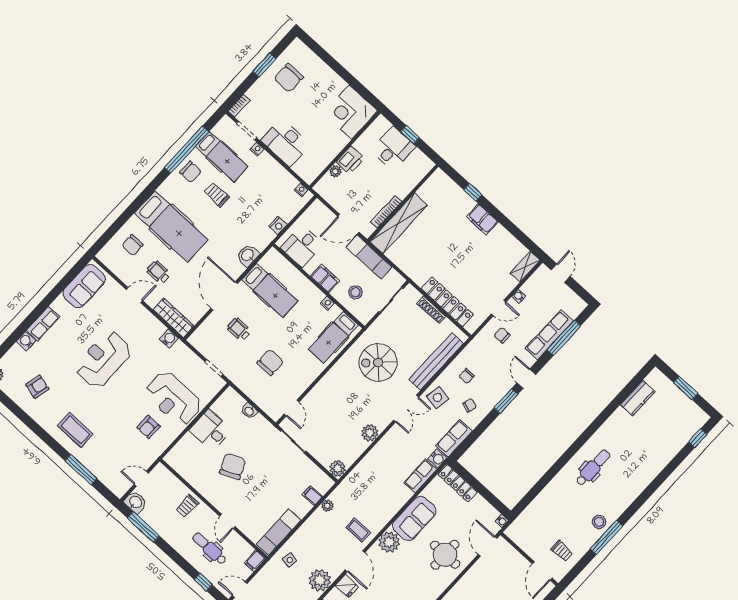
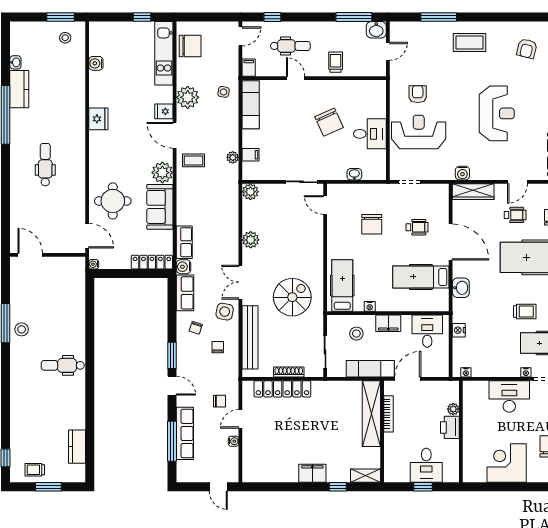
corner desk: (351, 112) -> (507, 463), moved, turned -90
shelving: (525, 267) -> (365, 476), moved, turned 90
dental chair: (593, 468) -> (63, 365), turned 90
trolley: (562, 551) -> (35, 470), moved

